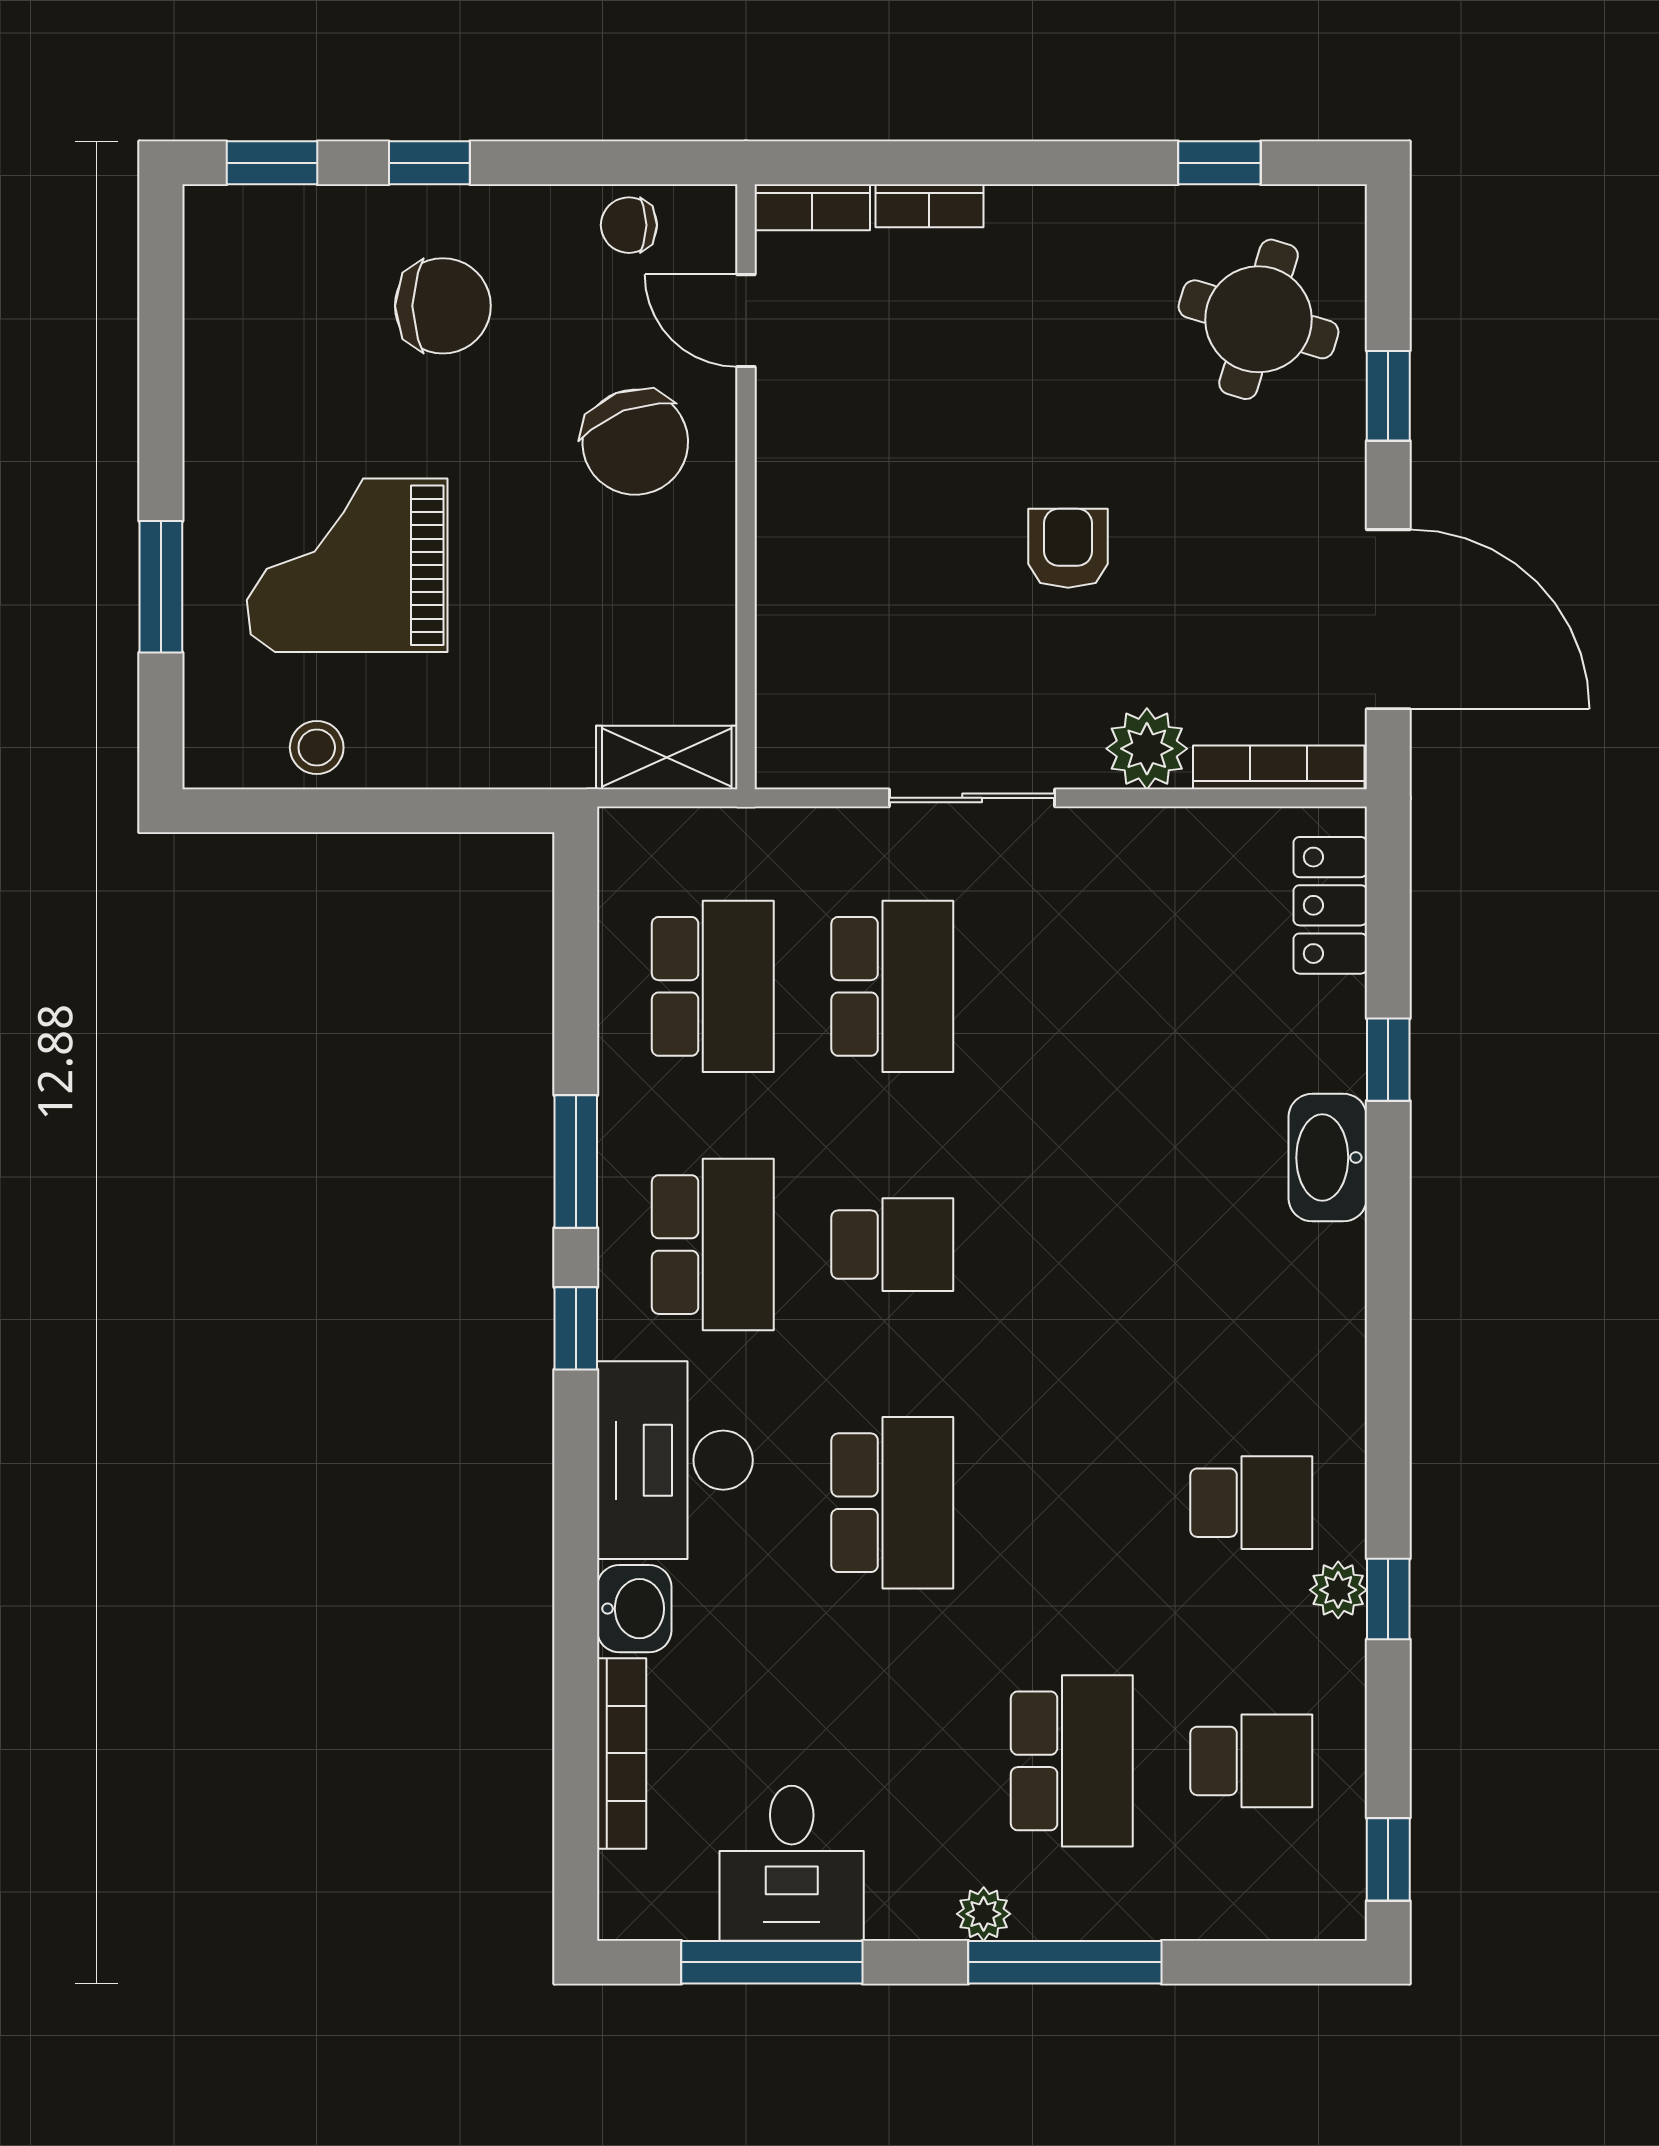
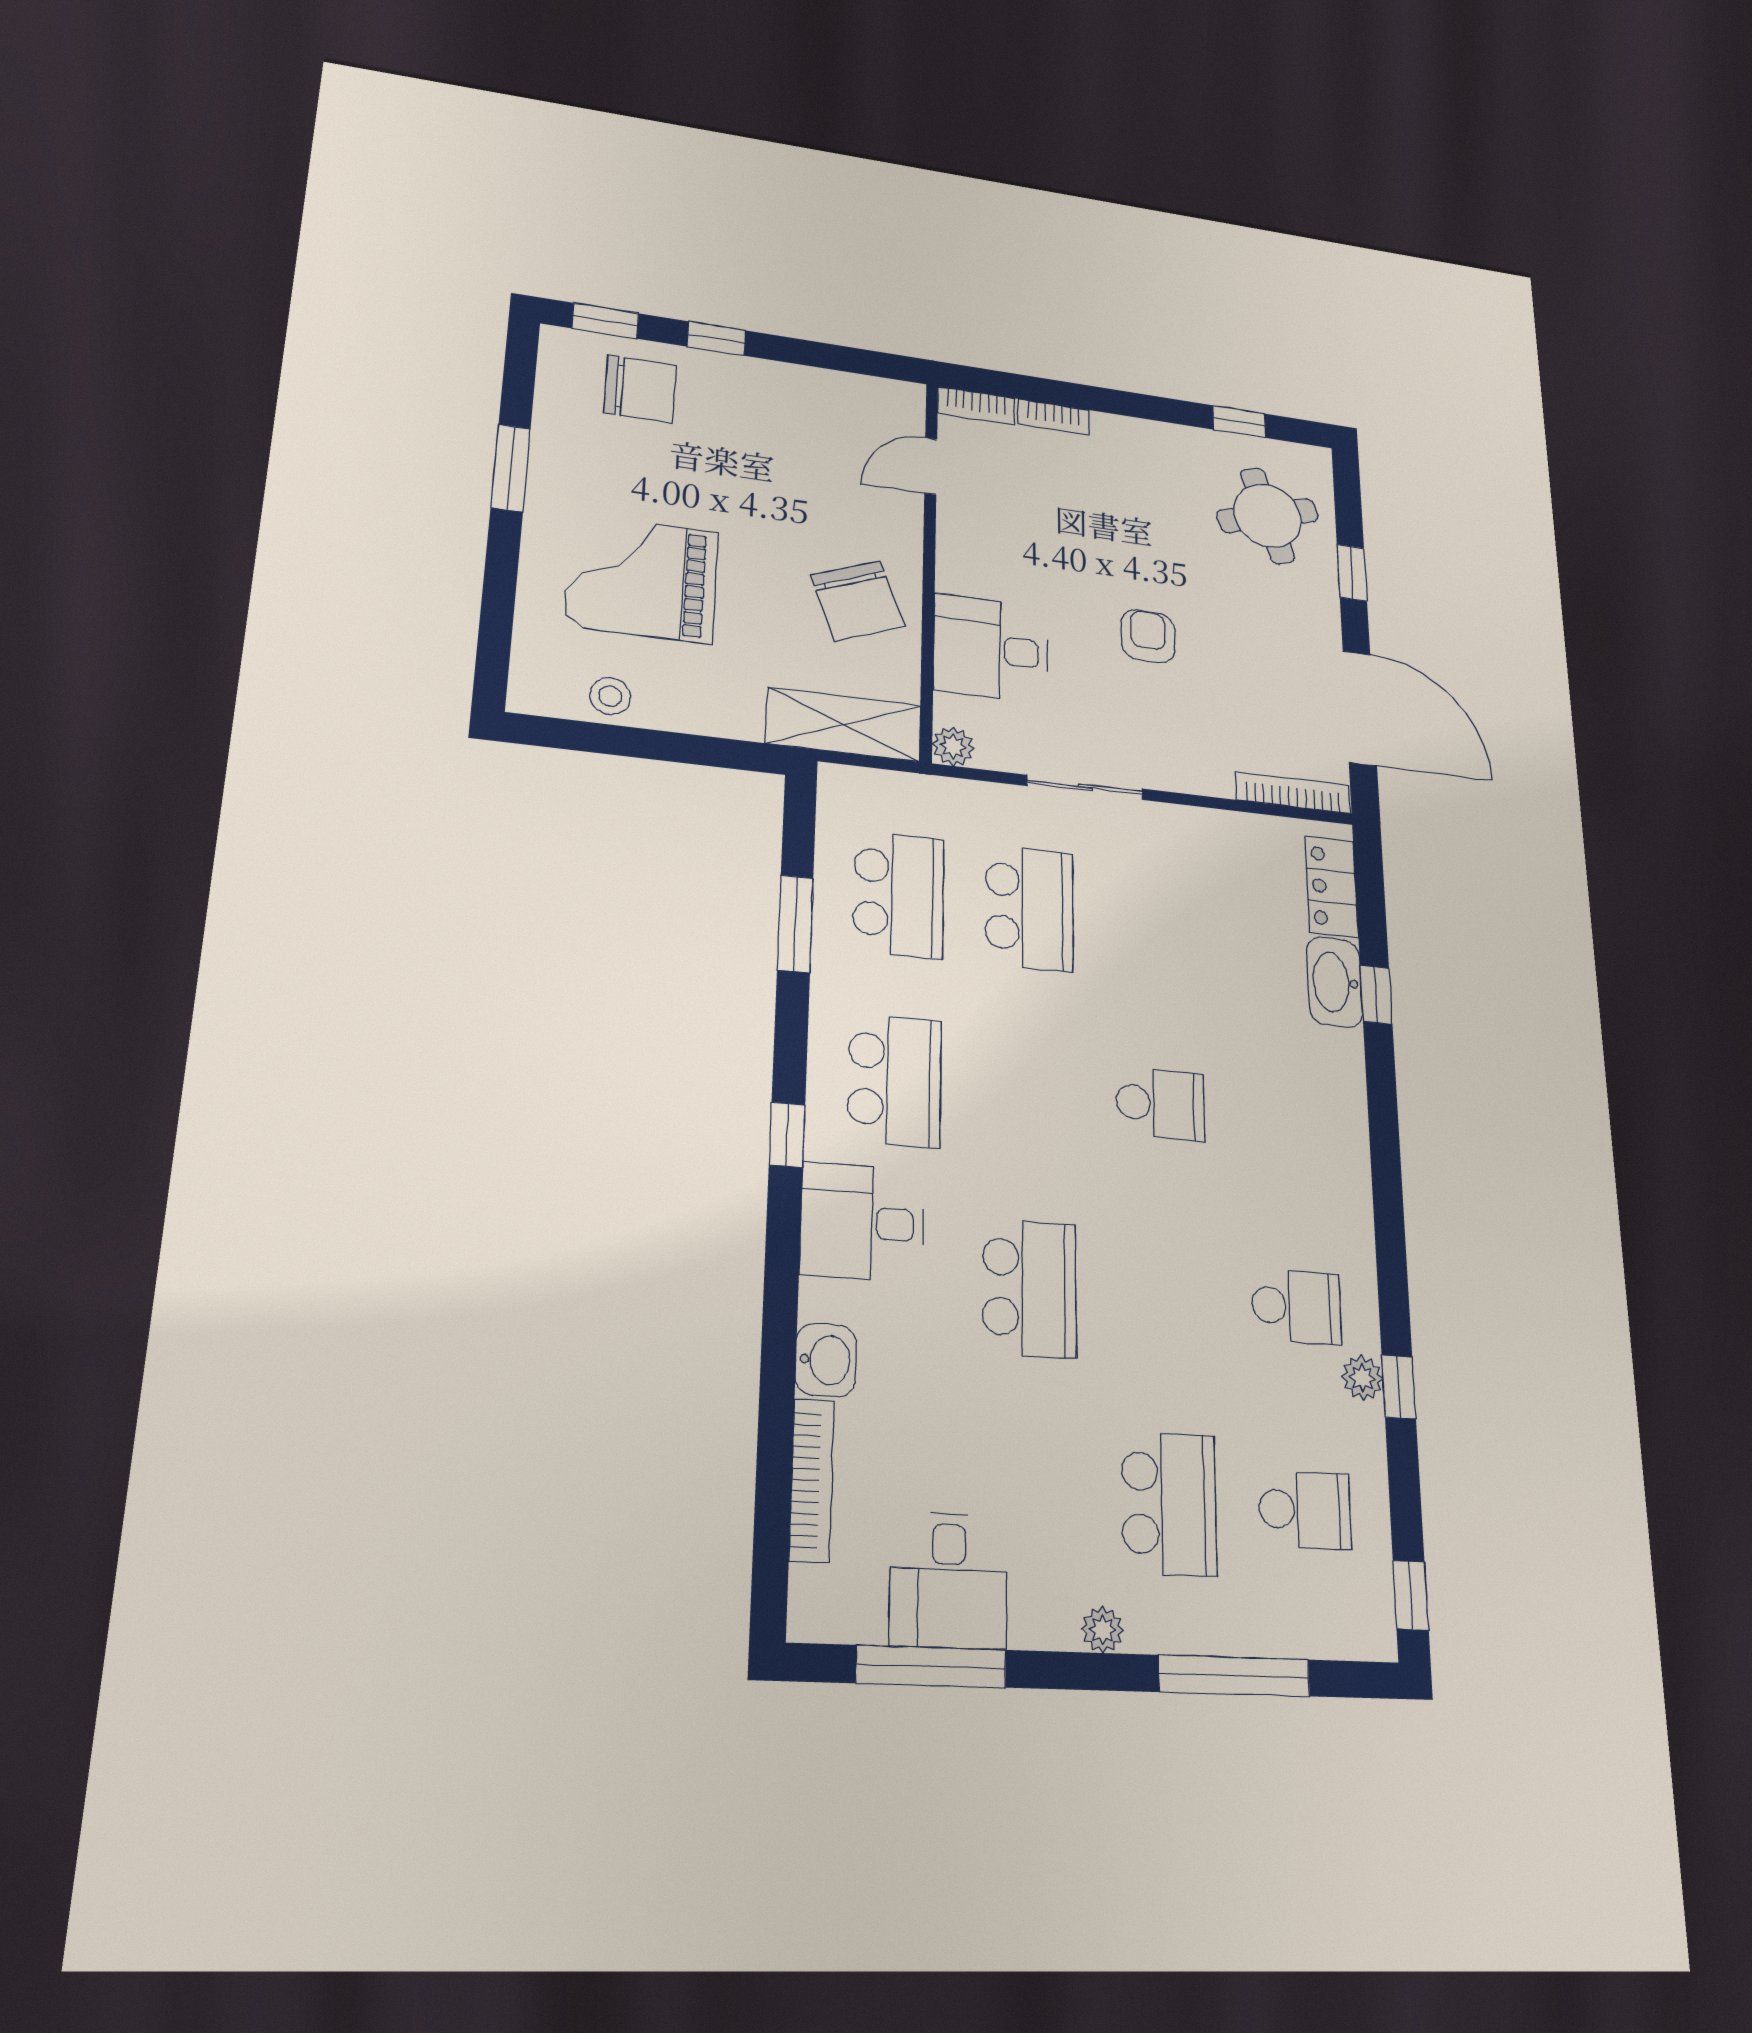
chair: (629, 225) -> (852, 397), removed
chair: (443, 306) -> (640, 389), moved
round table: (1259, 319) -> (1268, 516), turned -34
door: (746, 321) -> (931, 466), hinge flipped
chair: (635, 442) -> (858, 601), moved
window: (161, 587) -> (511, 468), moved
desk: (837, 602) -> (991, 649), added
plant: (1147, 749) -> (953, 746), moved, width x0.73, depth x0.73
shelving: (667, 758) -> (844, 724), width x1.50, depth x1.33
washbasin: (1328, 1158) -> (1335, 982), moved
window: (576, 1161) -> (795, 924), moved
school desk: (892, 1245) -> (1161, 1104), moved
desk: (675, 1460) -> (862, 1222), width x0.73
window: (1065, 1962) -> (1234, 1676), moved

